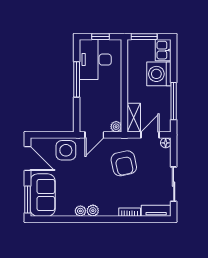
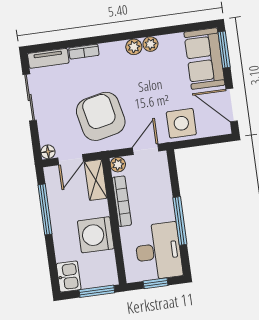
washing machine: (159, 74) -> (96, 235), moved, turned 180
bookcase: (117, 100) -> (122, 201), added
armchair: (124, 163) -> (101, 116), width x1.36, depth x1.36

